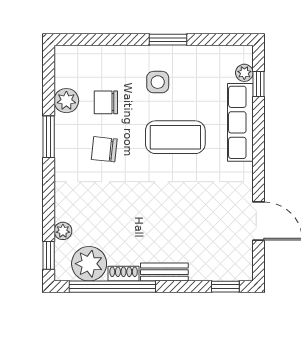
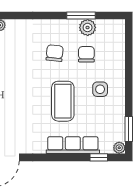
window: (168, 40) -> (129, 129), moved
plant: (244, 73) -> (119, 148), moved
window: (49, 137) -> (81, 16), moved

